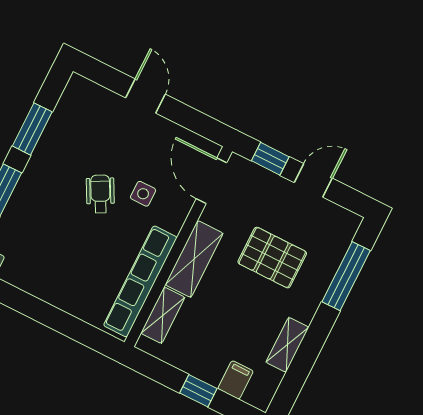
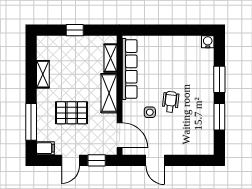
door: (145, 96) -> (155, 160), moved
wheelchair: (100, 194) -> (171, 102), turned -146
filing cabinet: (236, 380) -> (45, 148), moved, turned -90

